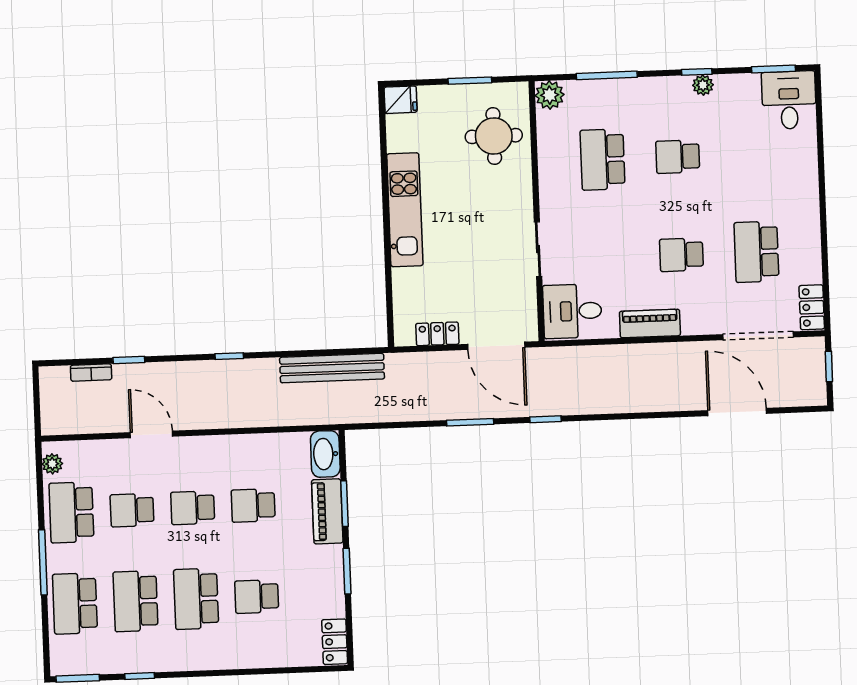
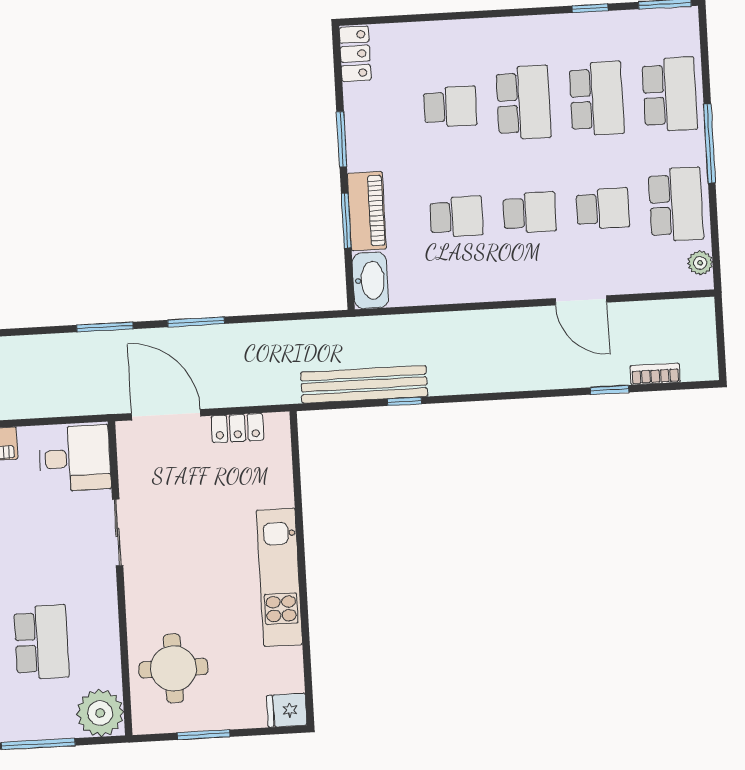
plant: (550, 95) -> (100, 713), width x1.36, depth x1.36
window: (229, 356) -> (404, 401), moved
window: (546, 419) -> (105, 327), width x1.50

